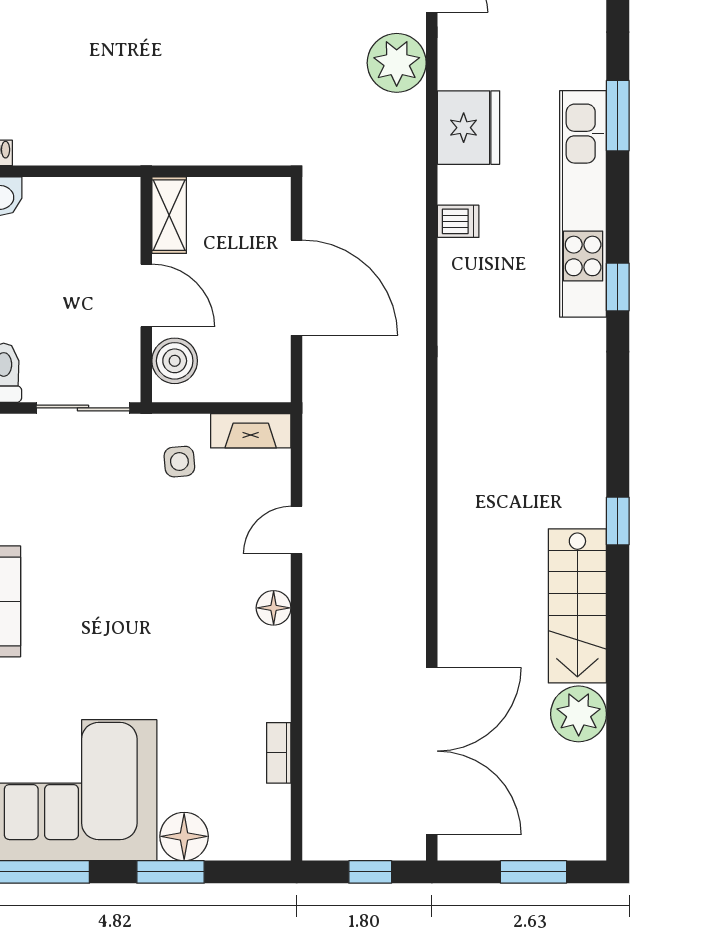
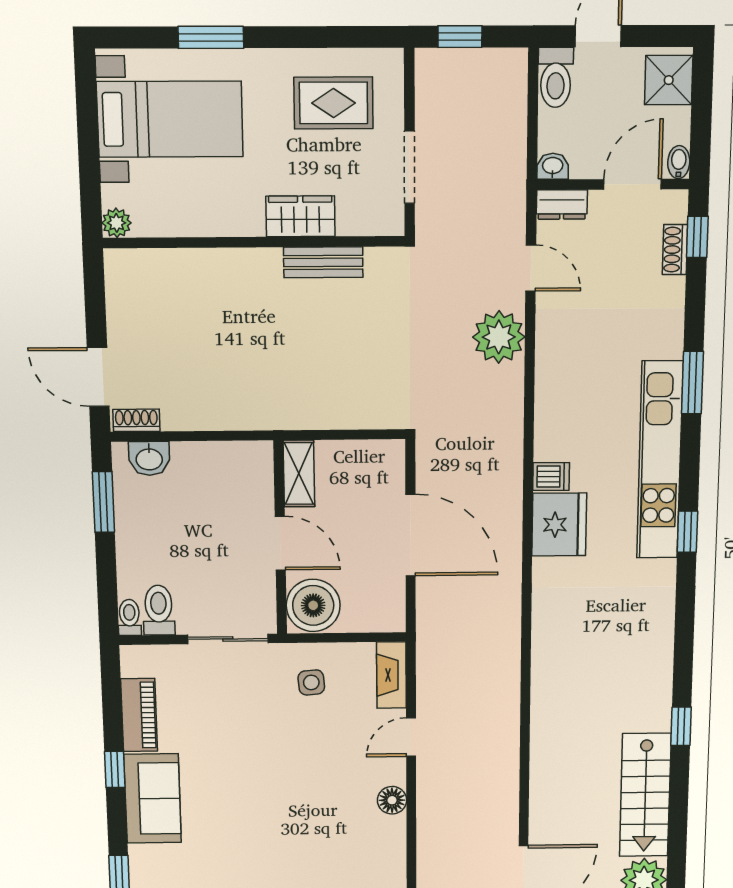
fridge: (469, 128) -> (559, 525), moved
boiler: (175, 361) -> (313, 605), width x1.37, depth x1.37
fireplace: (251, 431) -> (391, 675), moved, turned 90

